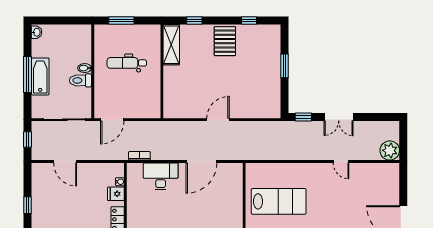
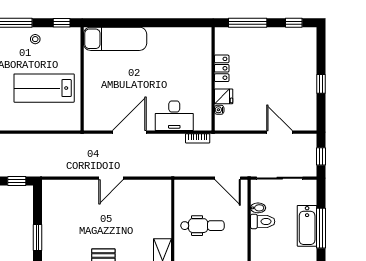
dental chair: (127, 63) -> (202, 226), moved
bidet: (85, 68) -> (258, 208), moved
door: (112, 120) -> (228, 178), swing flipped

